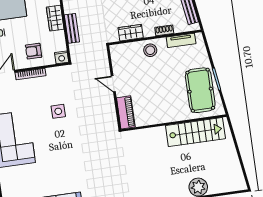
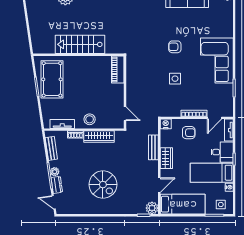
wardrobe: (131, 33) -> (99, 137), width x1.50
door: (113, 84) -> (125, 114), moved
stairs: (195, 132) -> (80, 44), moved
armchair: (64, 148) -> (175, 47), added

